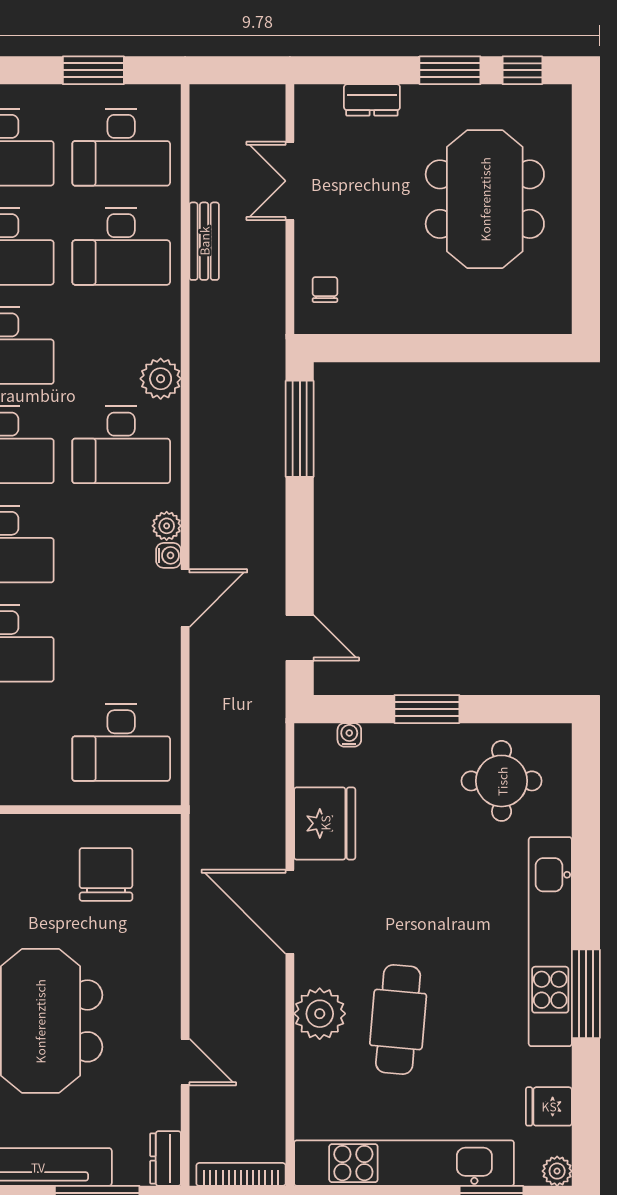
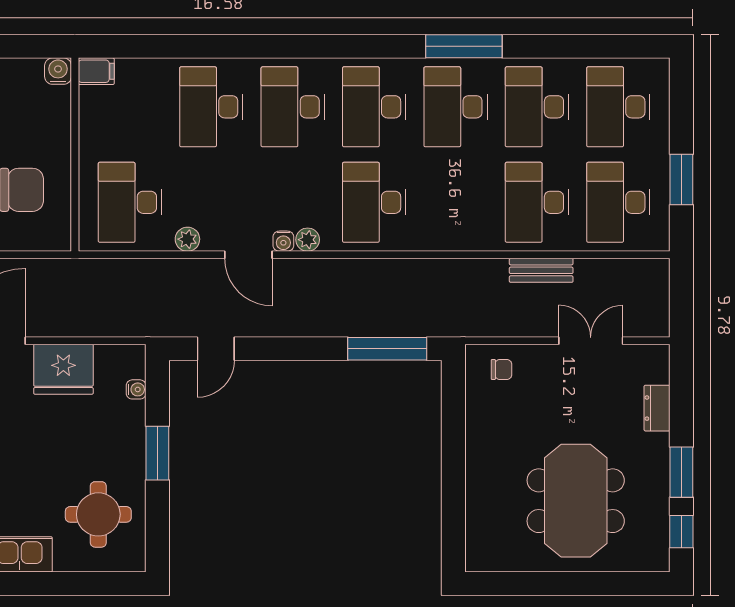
meeting table: (485, 199) -> (576, 501), turned 90
plant: (161, 379) -> (187, 239), moved, width x0.73, depth x0.73

